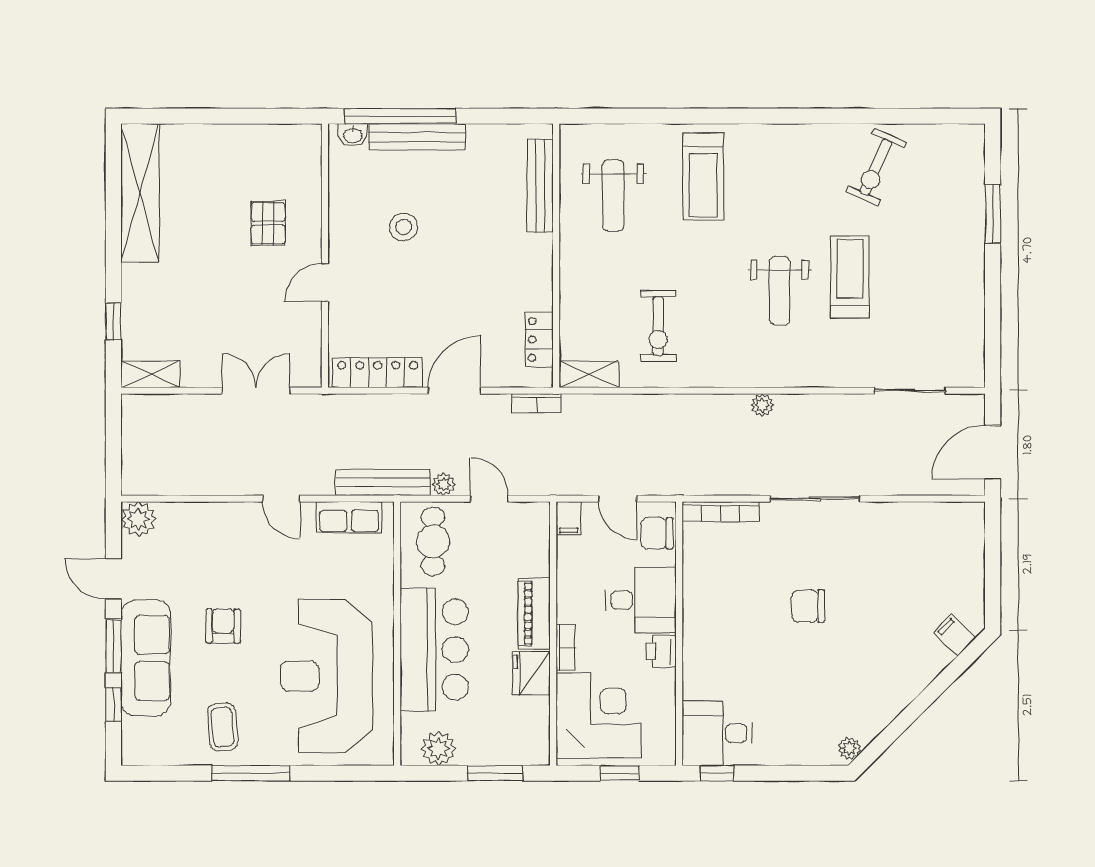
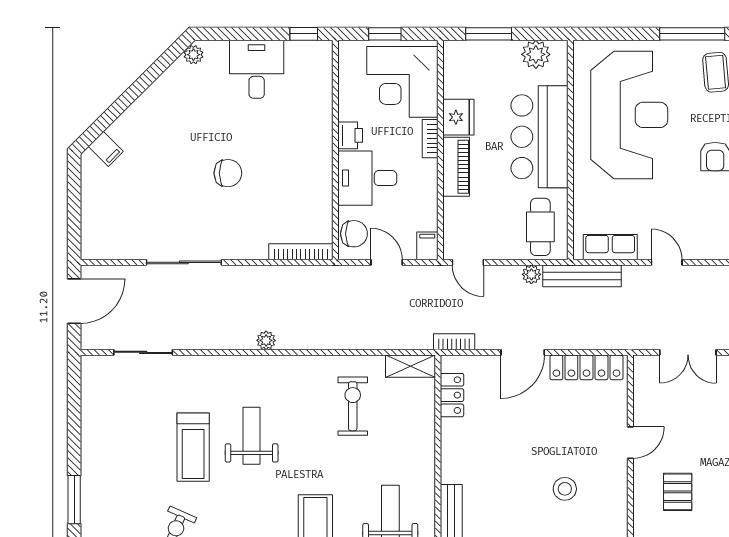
door: (489, 499) -> (468, 262), moved
sliding door: (815, 499) -> (184, 262), moved
desk: (717, 733) -> (257, 69), moved, turned -90

